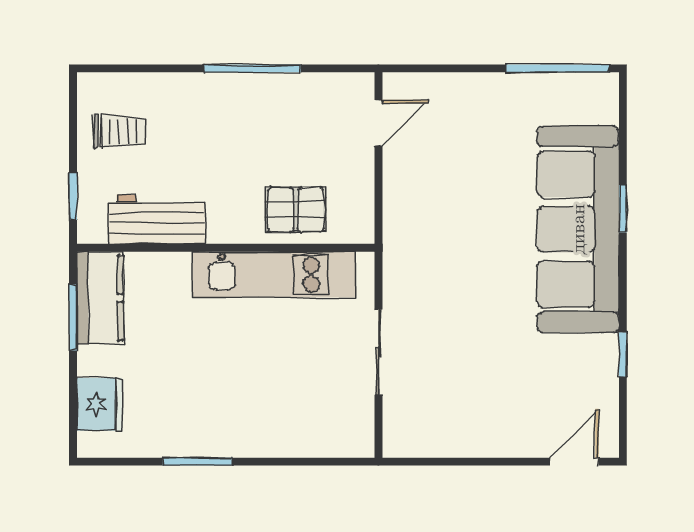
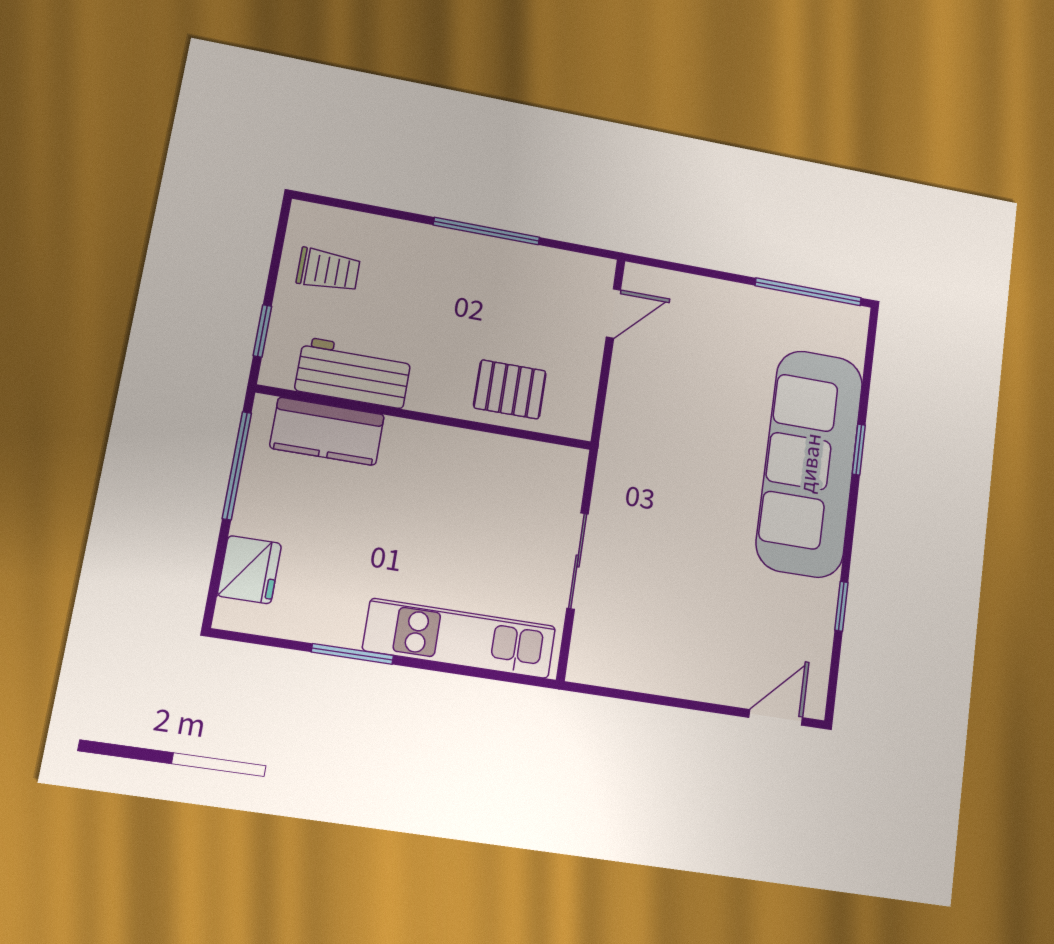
kitchen unit: (274, 275) -> (460, 638), moved, turned 180
kitchen counter: (100, 298) -> (327, 431), moved, turned 90
window: (73, 317) -> (237, 466), width x1.44

